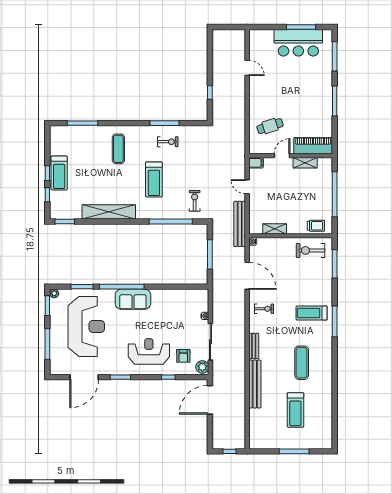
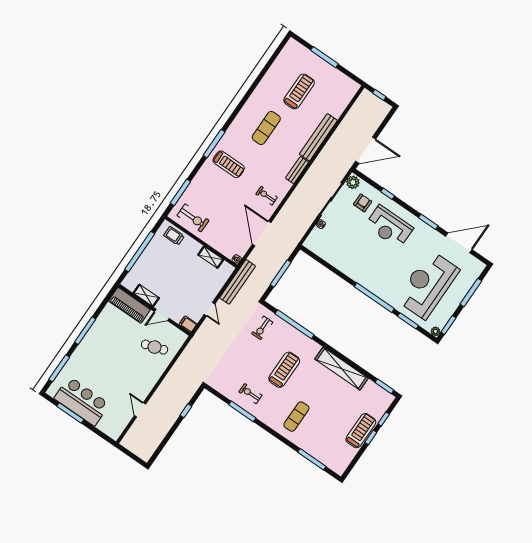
sofa: (133, 299) -> (372, 280), removed

